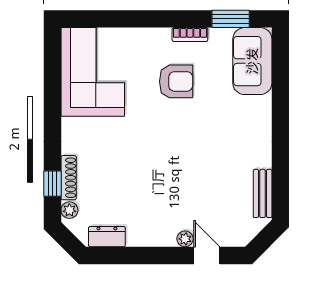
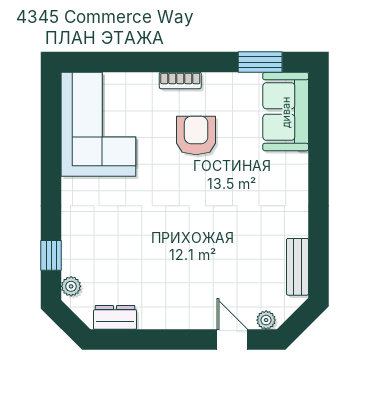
bookcase: (190, 35) -> (180, 80), moved
armchair: (176, 81) -> (196, 135), turned -90
shoe rack: (69, 178) -> (70, 248), removed
plant: (185, 239) -> (266, 320), moved

